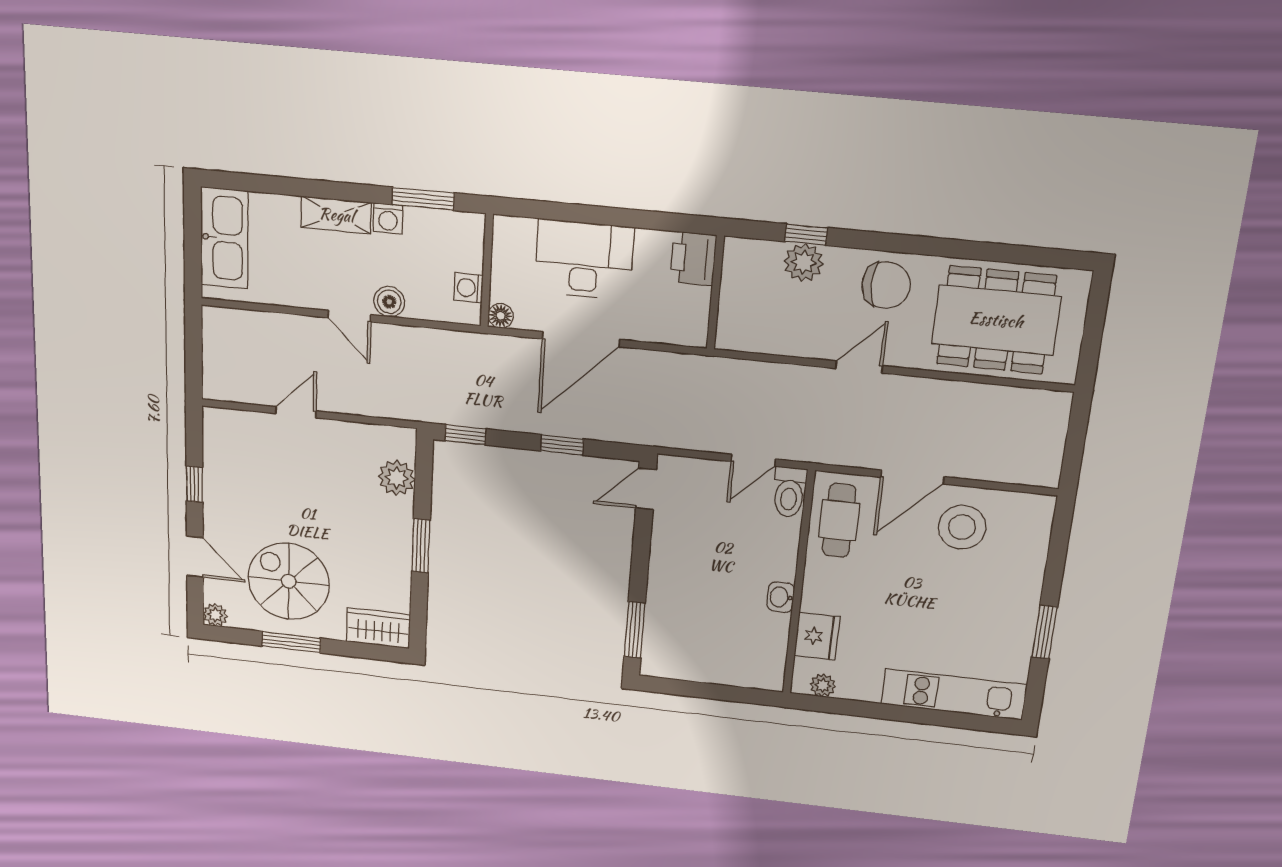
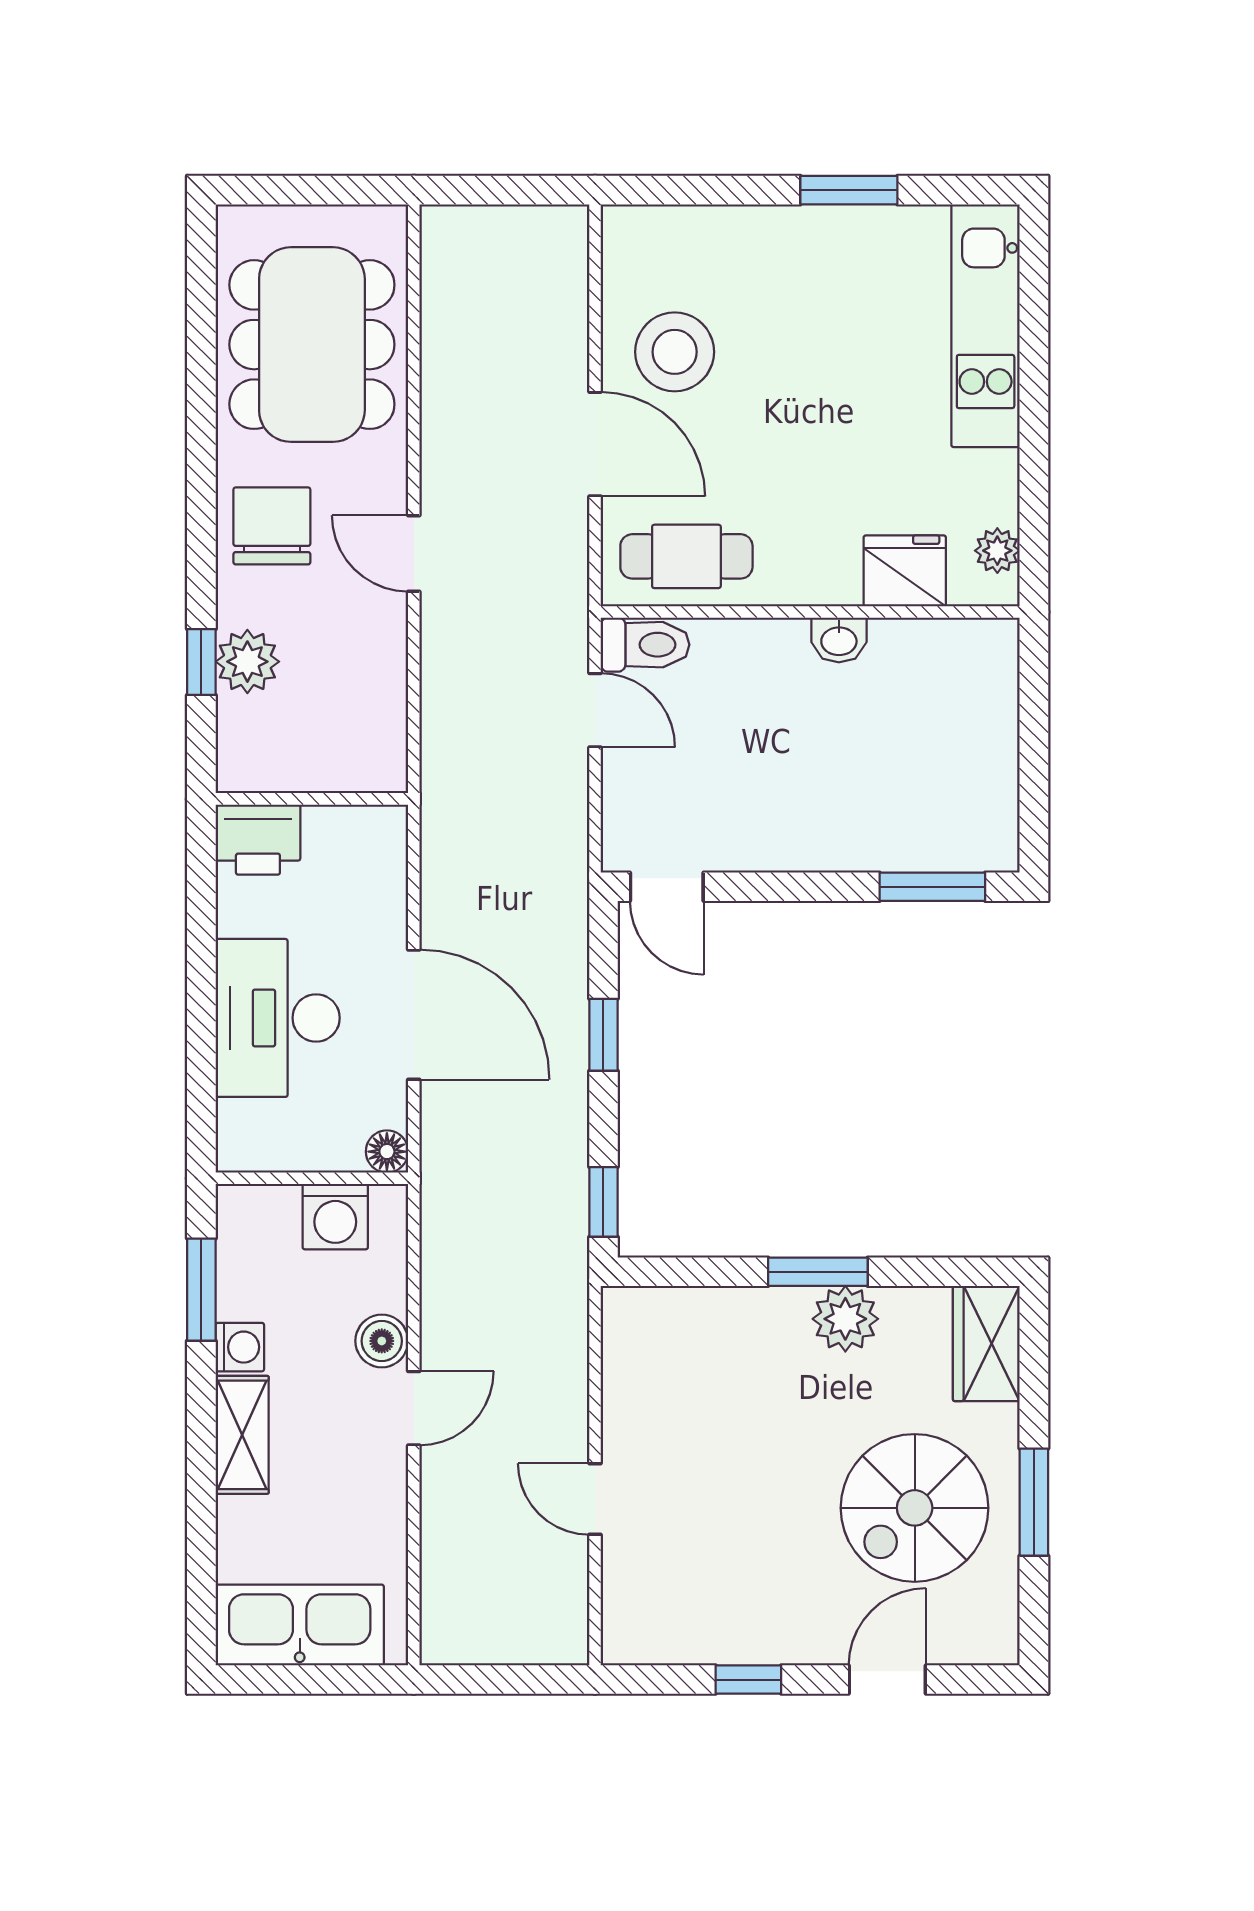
washing machine: (468, 288) -> (335, 1217), width x1.38, depth x1.38
plant: (397, 478) -> (845, 1319), moved
plant: (215, 615) -> (997, 1643), removed

